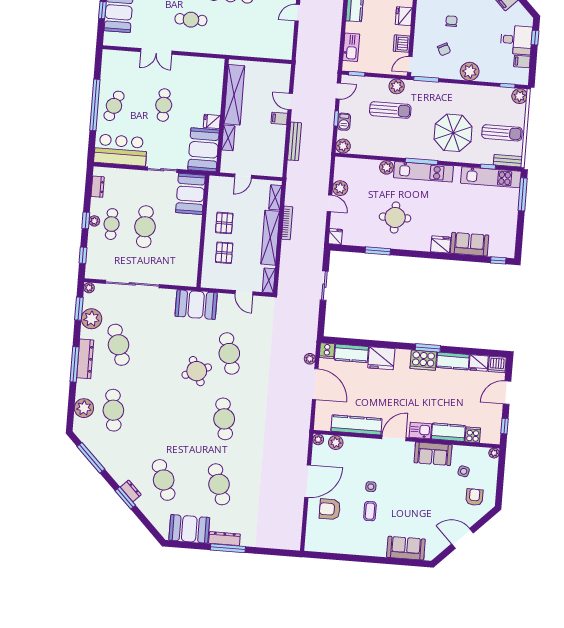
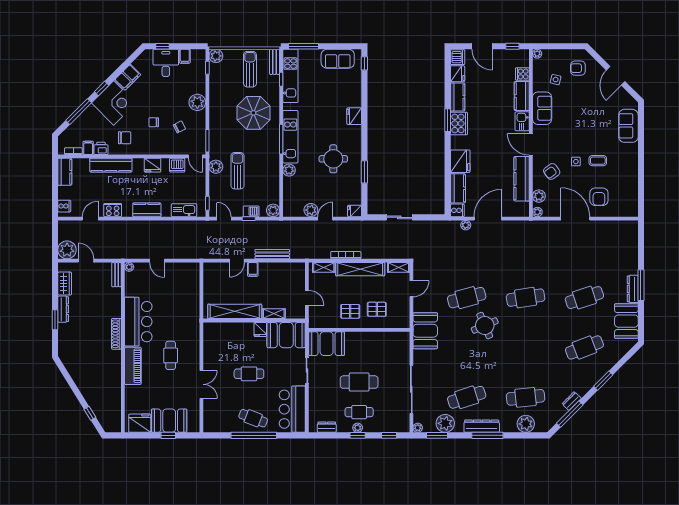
sofa: (470, 244) -> (338, 59), moved, turned -90
armchair: (362, 459) -> (552, 171), added
dresser: (131, 491) -> (572, 401), moved

